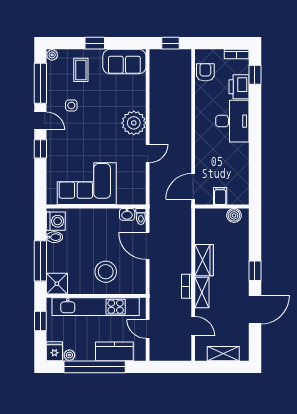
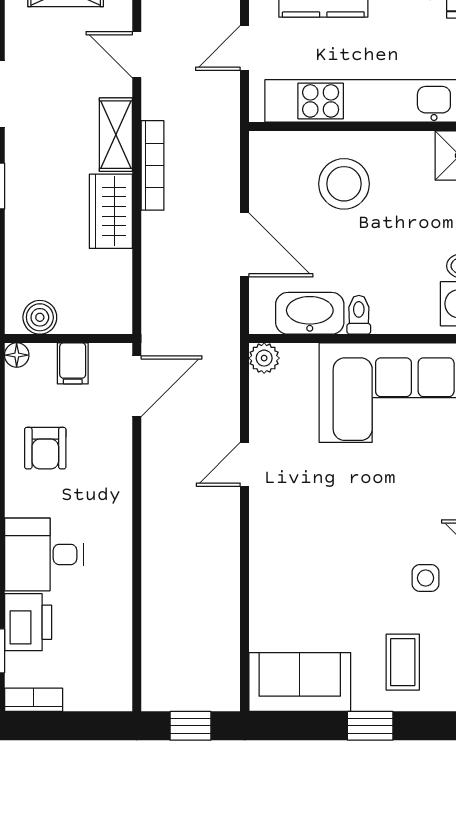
armchair: (205, 72) -> (45, 448), moved
desk: (232, 121) -> (44, 554), width x0.73
plant: (134, 123) -> (264, 358), moved, width x0.53, depth x0.53
floor lamp: (244, 199) -> (17, 355), added
washbasin: (127, 214) -> (310, 313), width x1.91, depth x1.45
toilet: (141, 216) -> (359, 315), moved
bookcase: (186, 286) -> (153, 165), width x1.56
door: (148, 329) -> (245, 48), swing flipped

